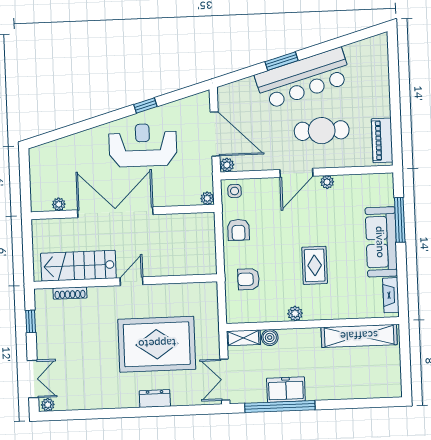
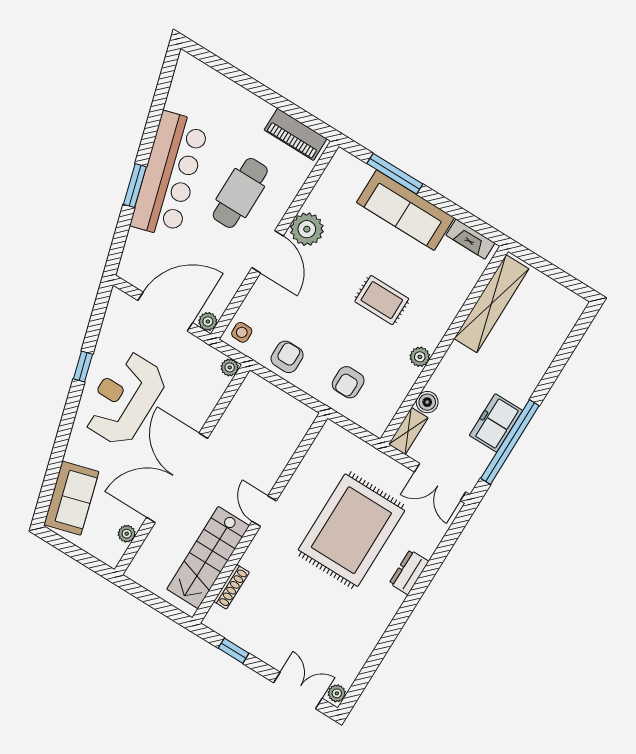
sofa: (58, 154) -> (71, 498), added
plant: (327, 182) -> (307, 229), width x1.87, depth x1.87
armchair: (238, 230) -> (287, 357), turned -90

